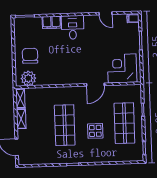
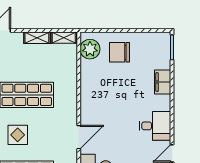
desk: (73, 27) -> (155, 126), moved
chair: (30, 56) -> (120, 52), turned 180
door: (95, 85) -> (79, 137), swing flipped

